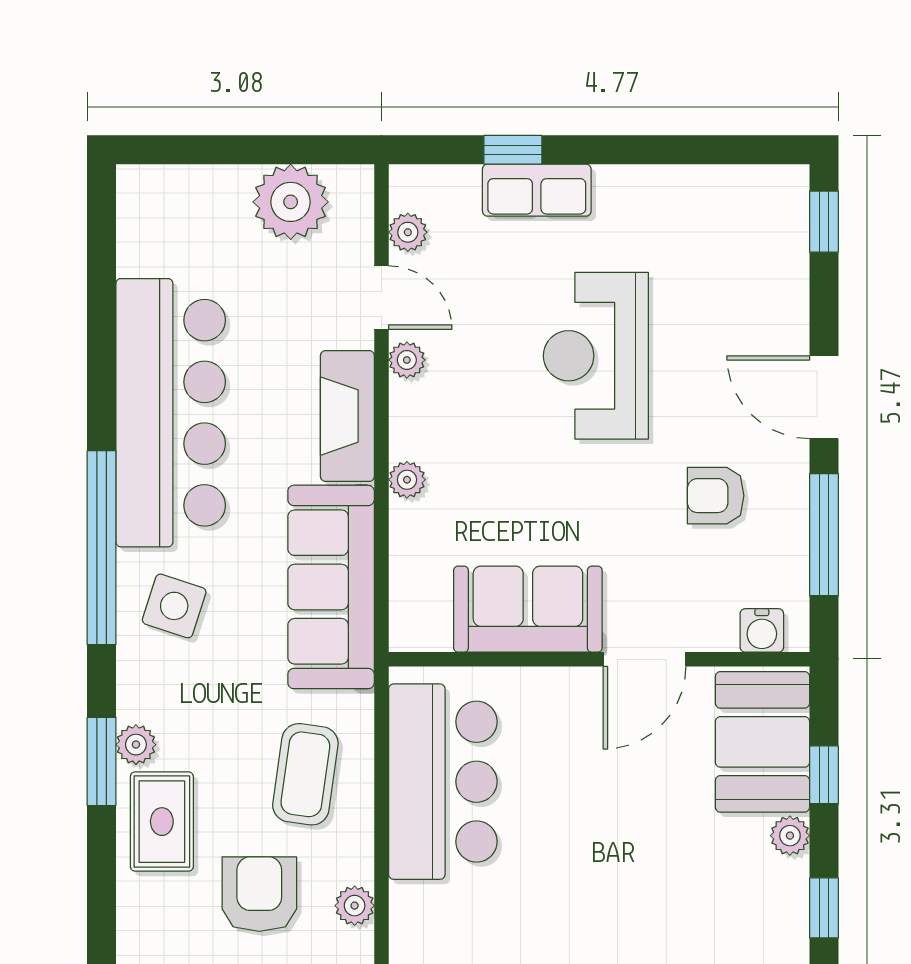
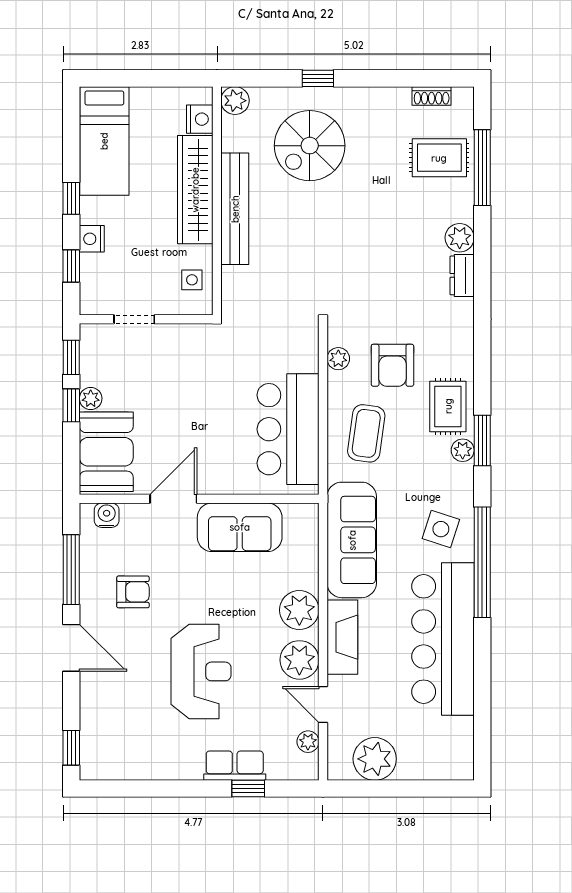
plant: (407, 360) -> (299, 660), width x1.87, depth x1.87
plant: (407, 480) -> (299, 610), width x1.87, depth x1.87
window: (824, 775) -> (71, 405), moved

